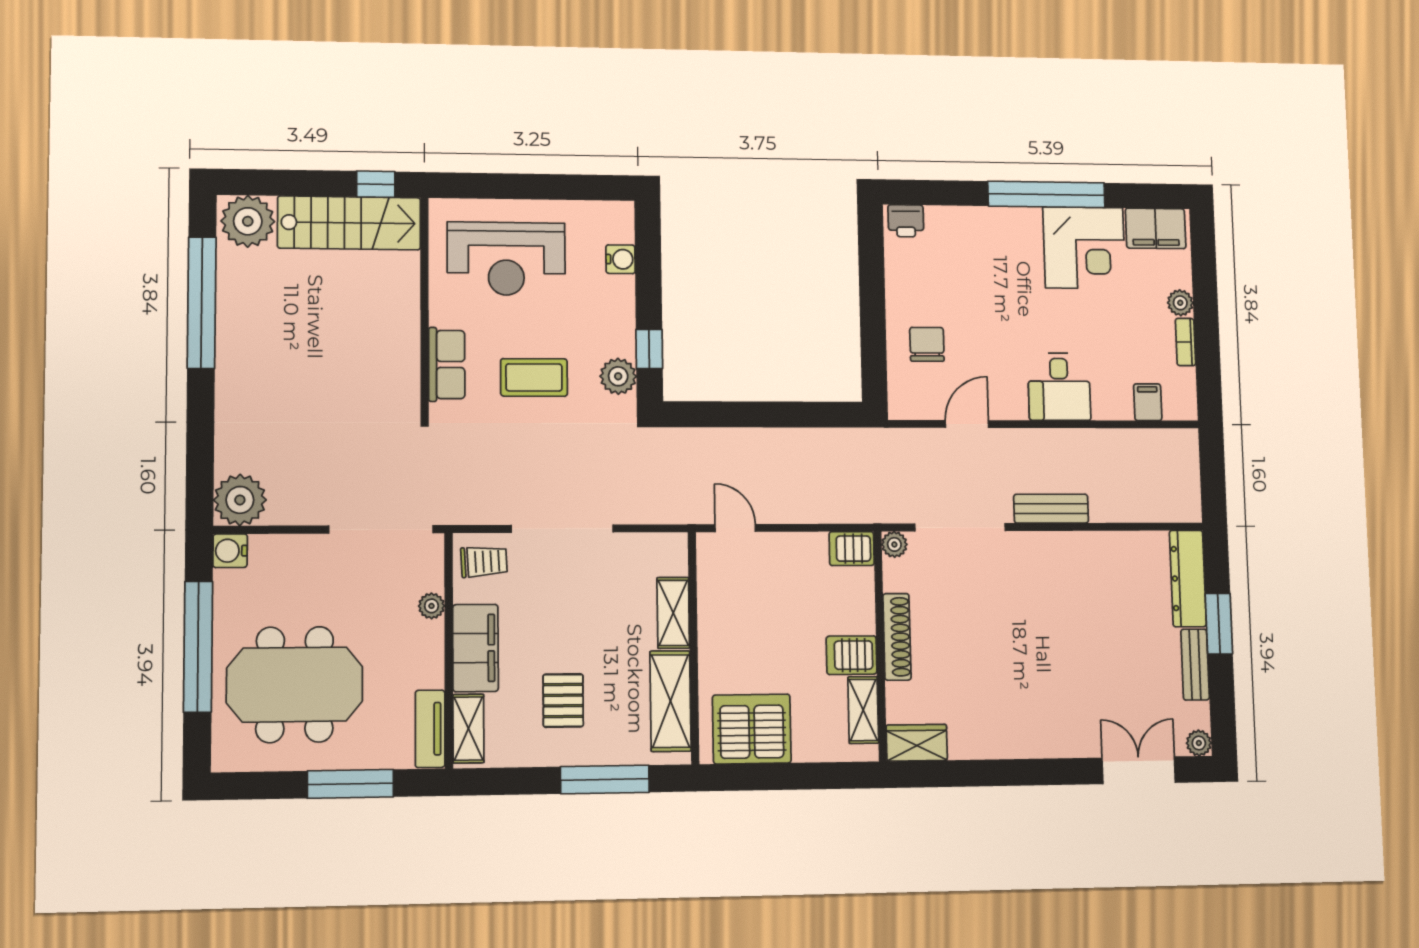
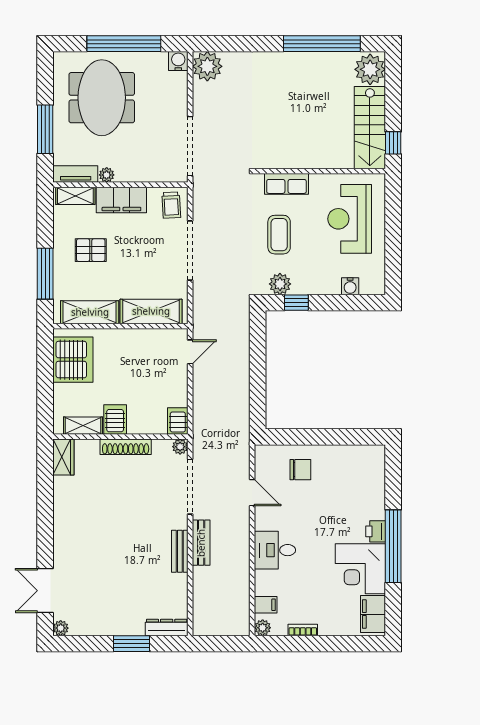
printer: (906, 221) -> (376, 531), moved
plant: (1180, 303) -> (263, 628), moved
dresser: (1188, 578) -> (167, 627), width x0.73, depth x0.80
plant: (431, 606) -> (107, 175), moved
shelving: (673, 613) -> (151, 311), width x1.50, depth x1.33
bench: (1195, 665) -> (180, 551), moved, turned 90
double door: (1139, 770) -> (45, 591), swing flipped

